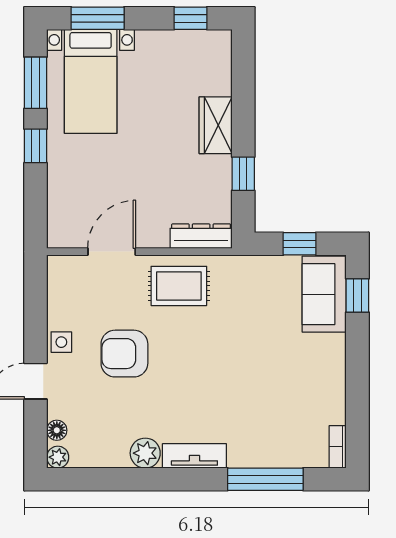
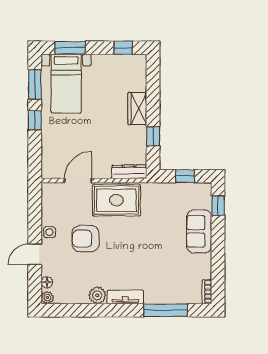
rug: (179, 286) -> (116, 200), width x1.36, depth x1.43
sofa: (324, 294) -> (199, 231), moved

